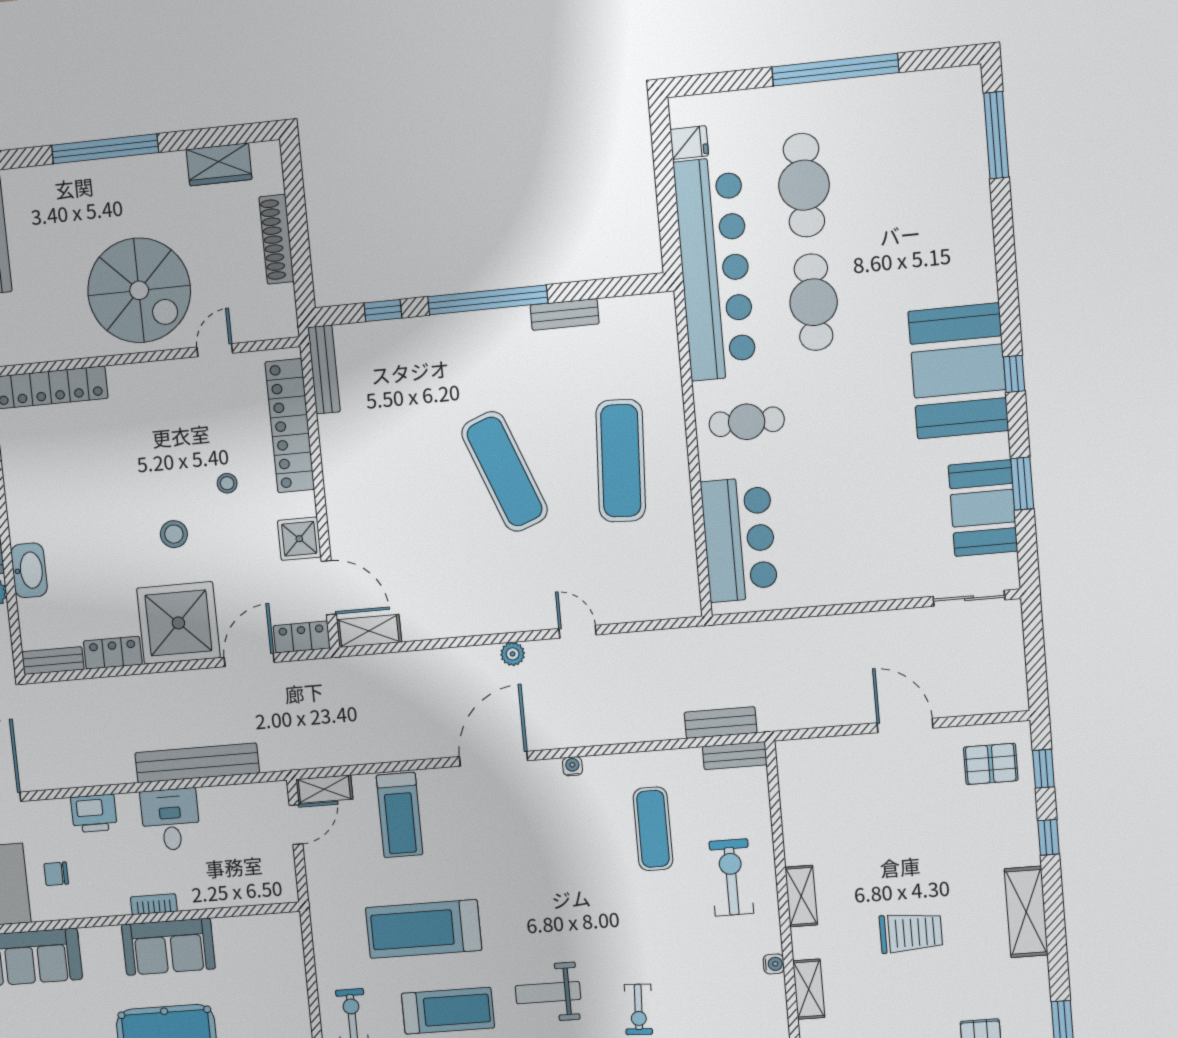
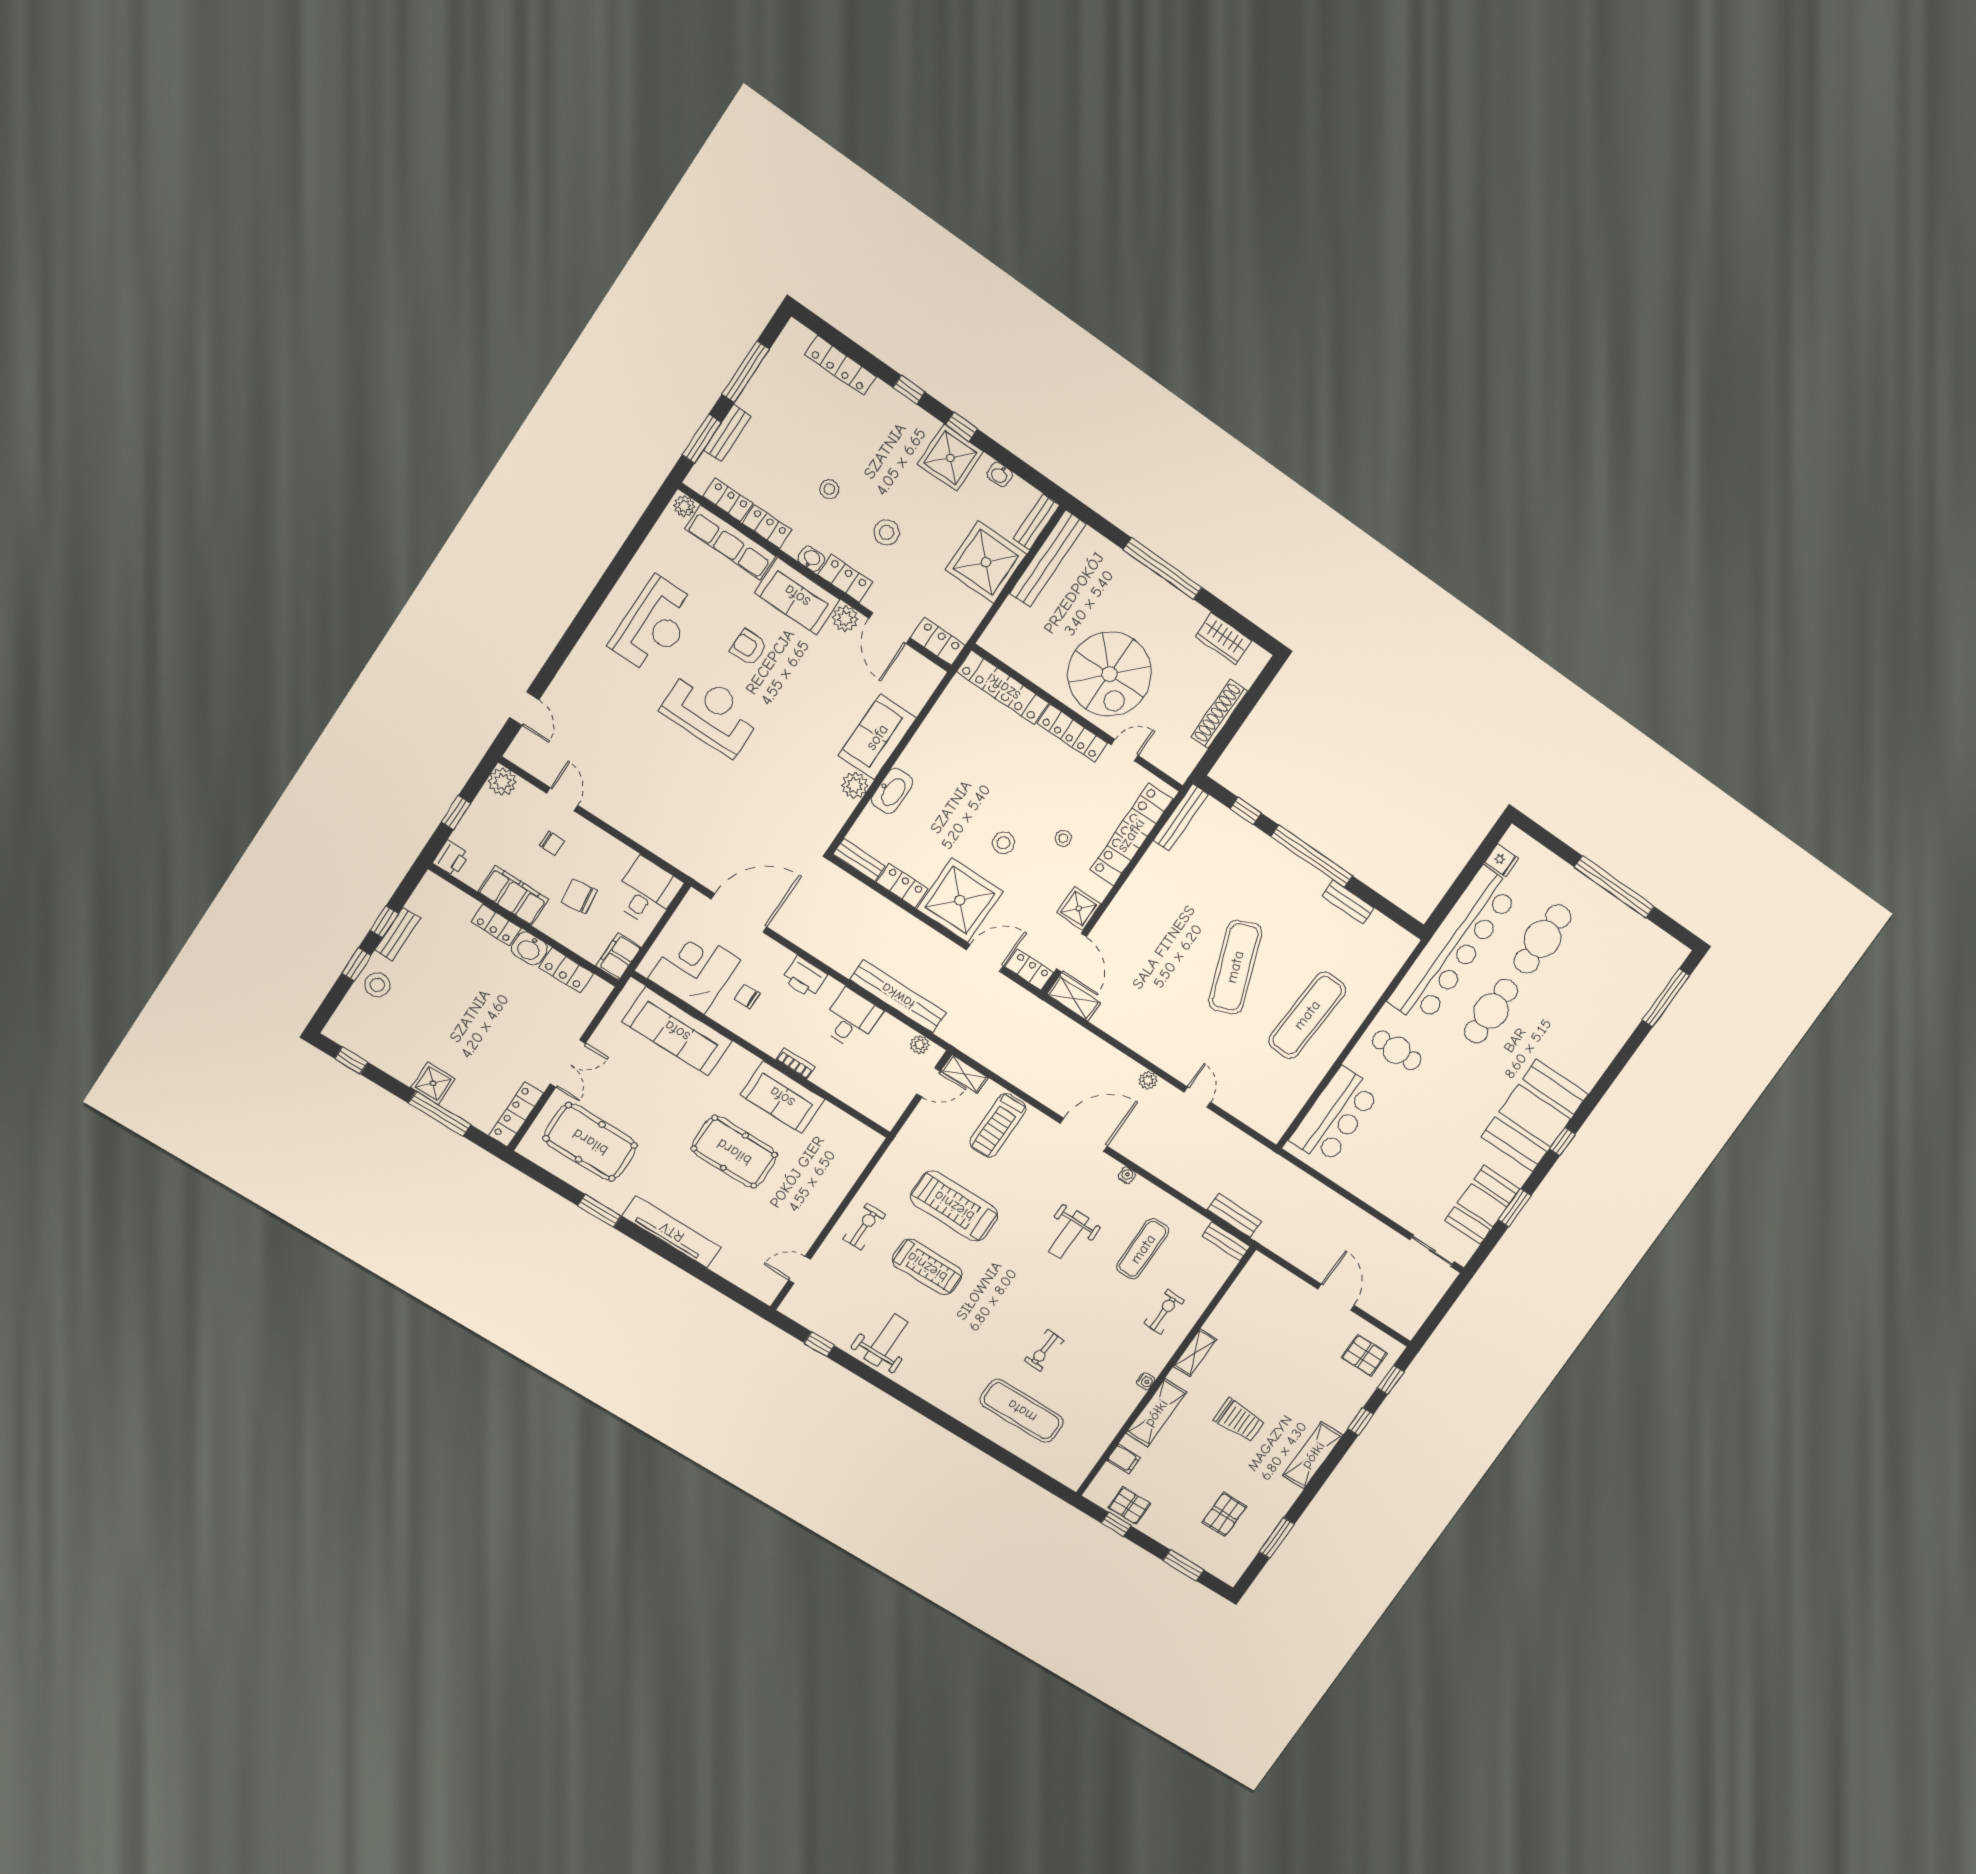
locker: (151, 376) -> (1072, 733), added
plant: (256, 794) -> (919, 1045), added
exercise bike: (731, 877) -> (1164, 1312), width x0.73, depth x0.72
shelving: (809, 989) -> (1156, 1413), width x1.50, depth x1.33
weight bench: (548, 993) -> (1069, 1235), moved, turned -90

